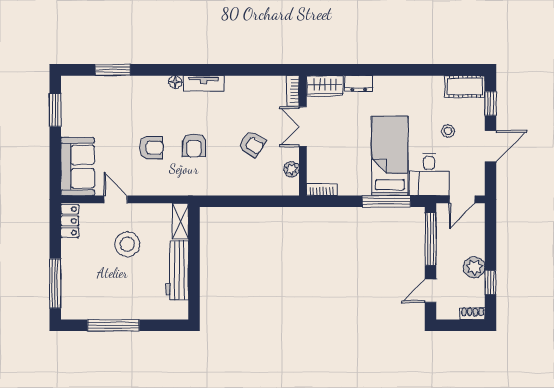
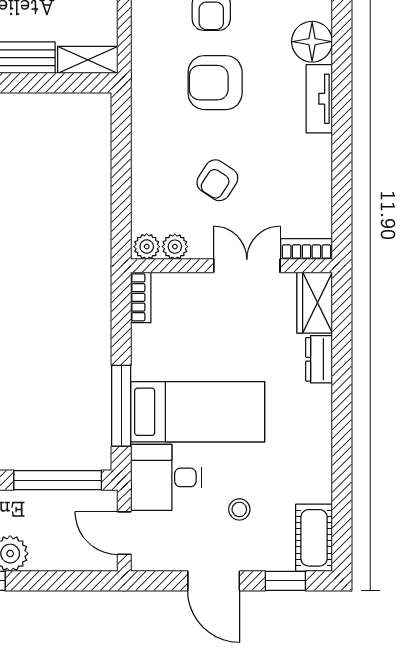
floor lamp: (175, 82) -> (312, 42), width x1.89, depth x1.89
armchair: (194, 145) -> (215, 83), width x1.38, depth x1.38
plant: (291, 186) -> (147, 247), added

